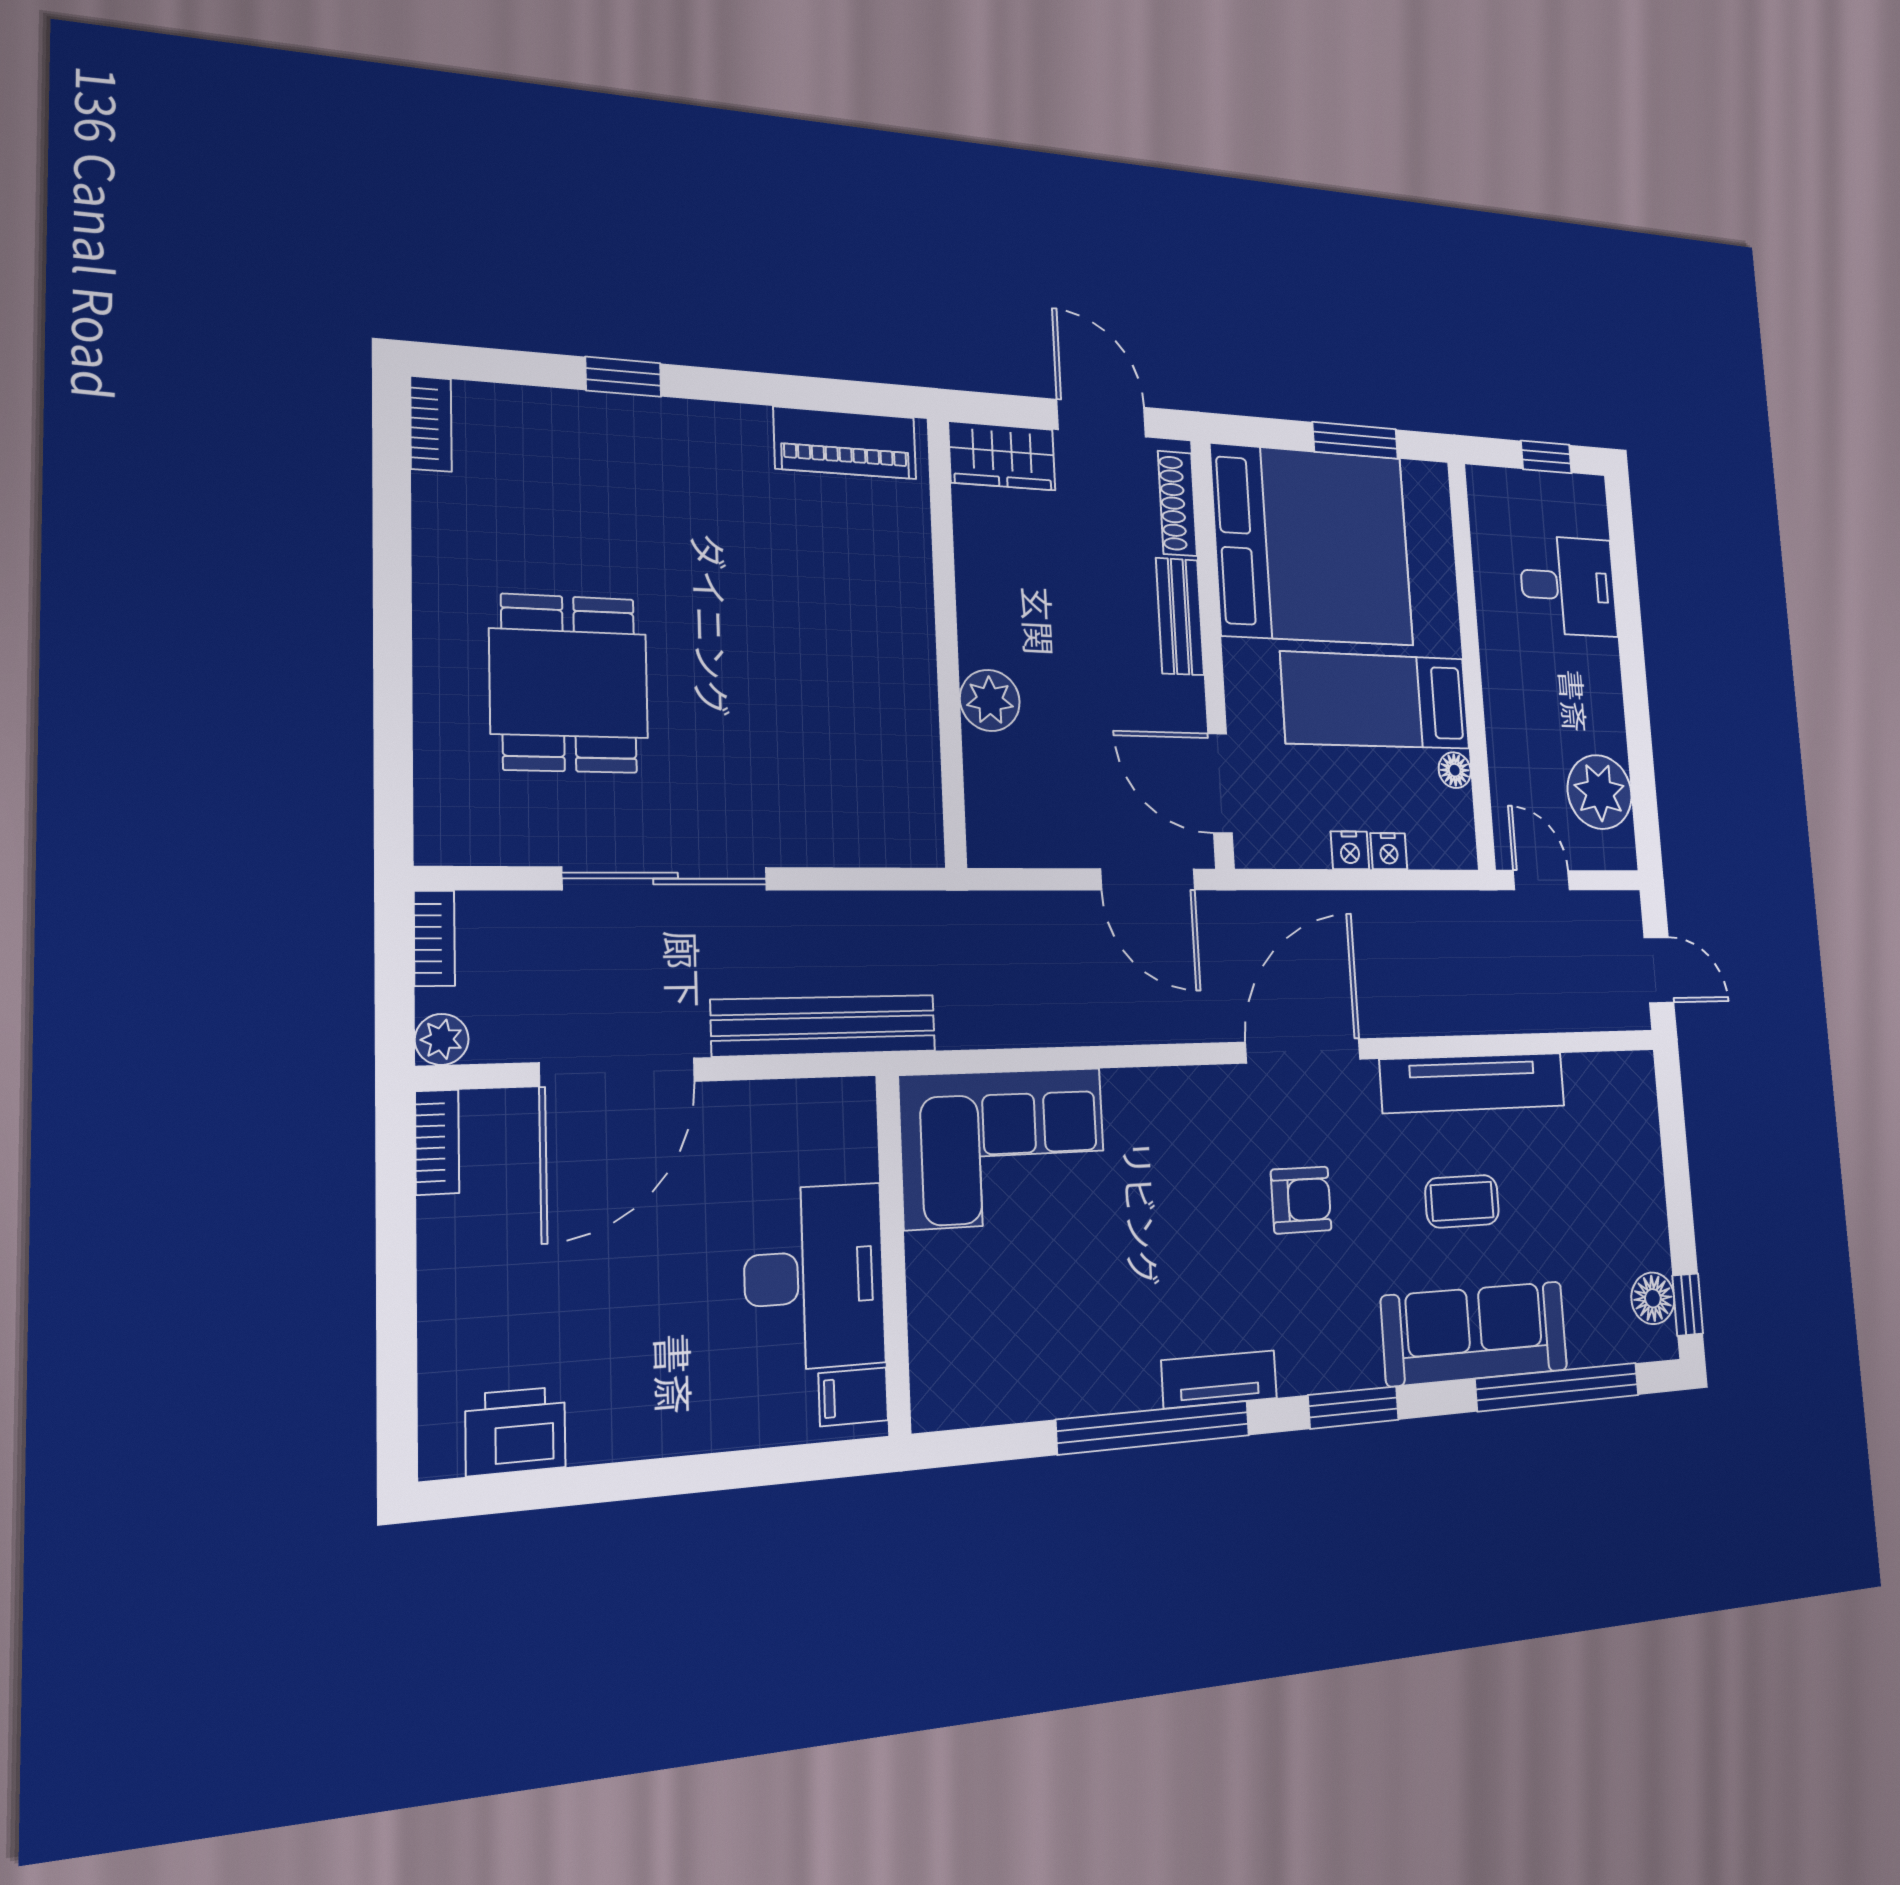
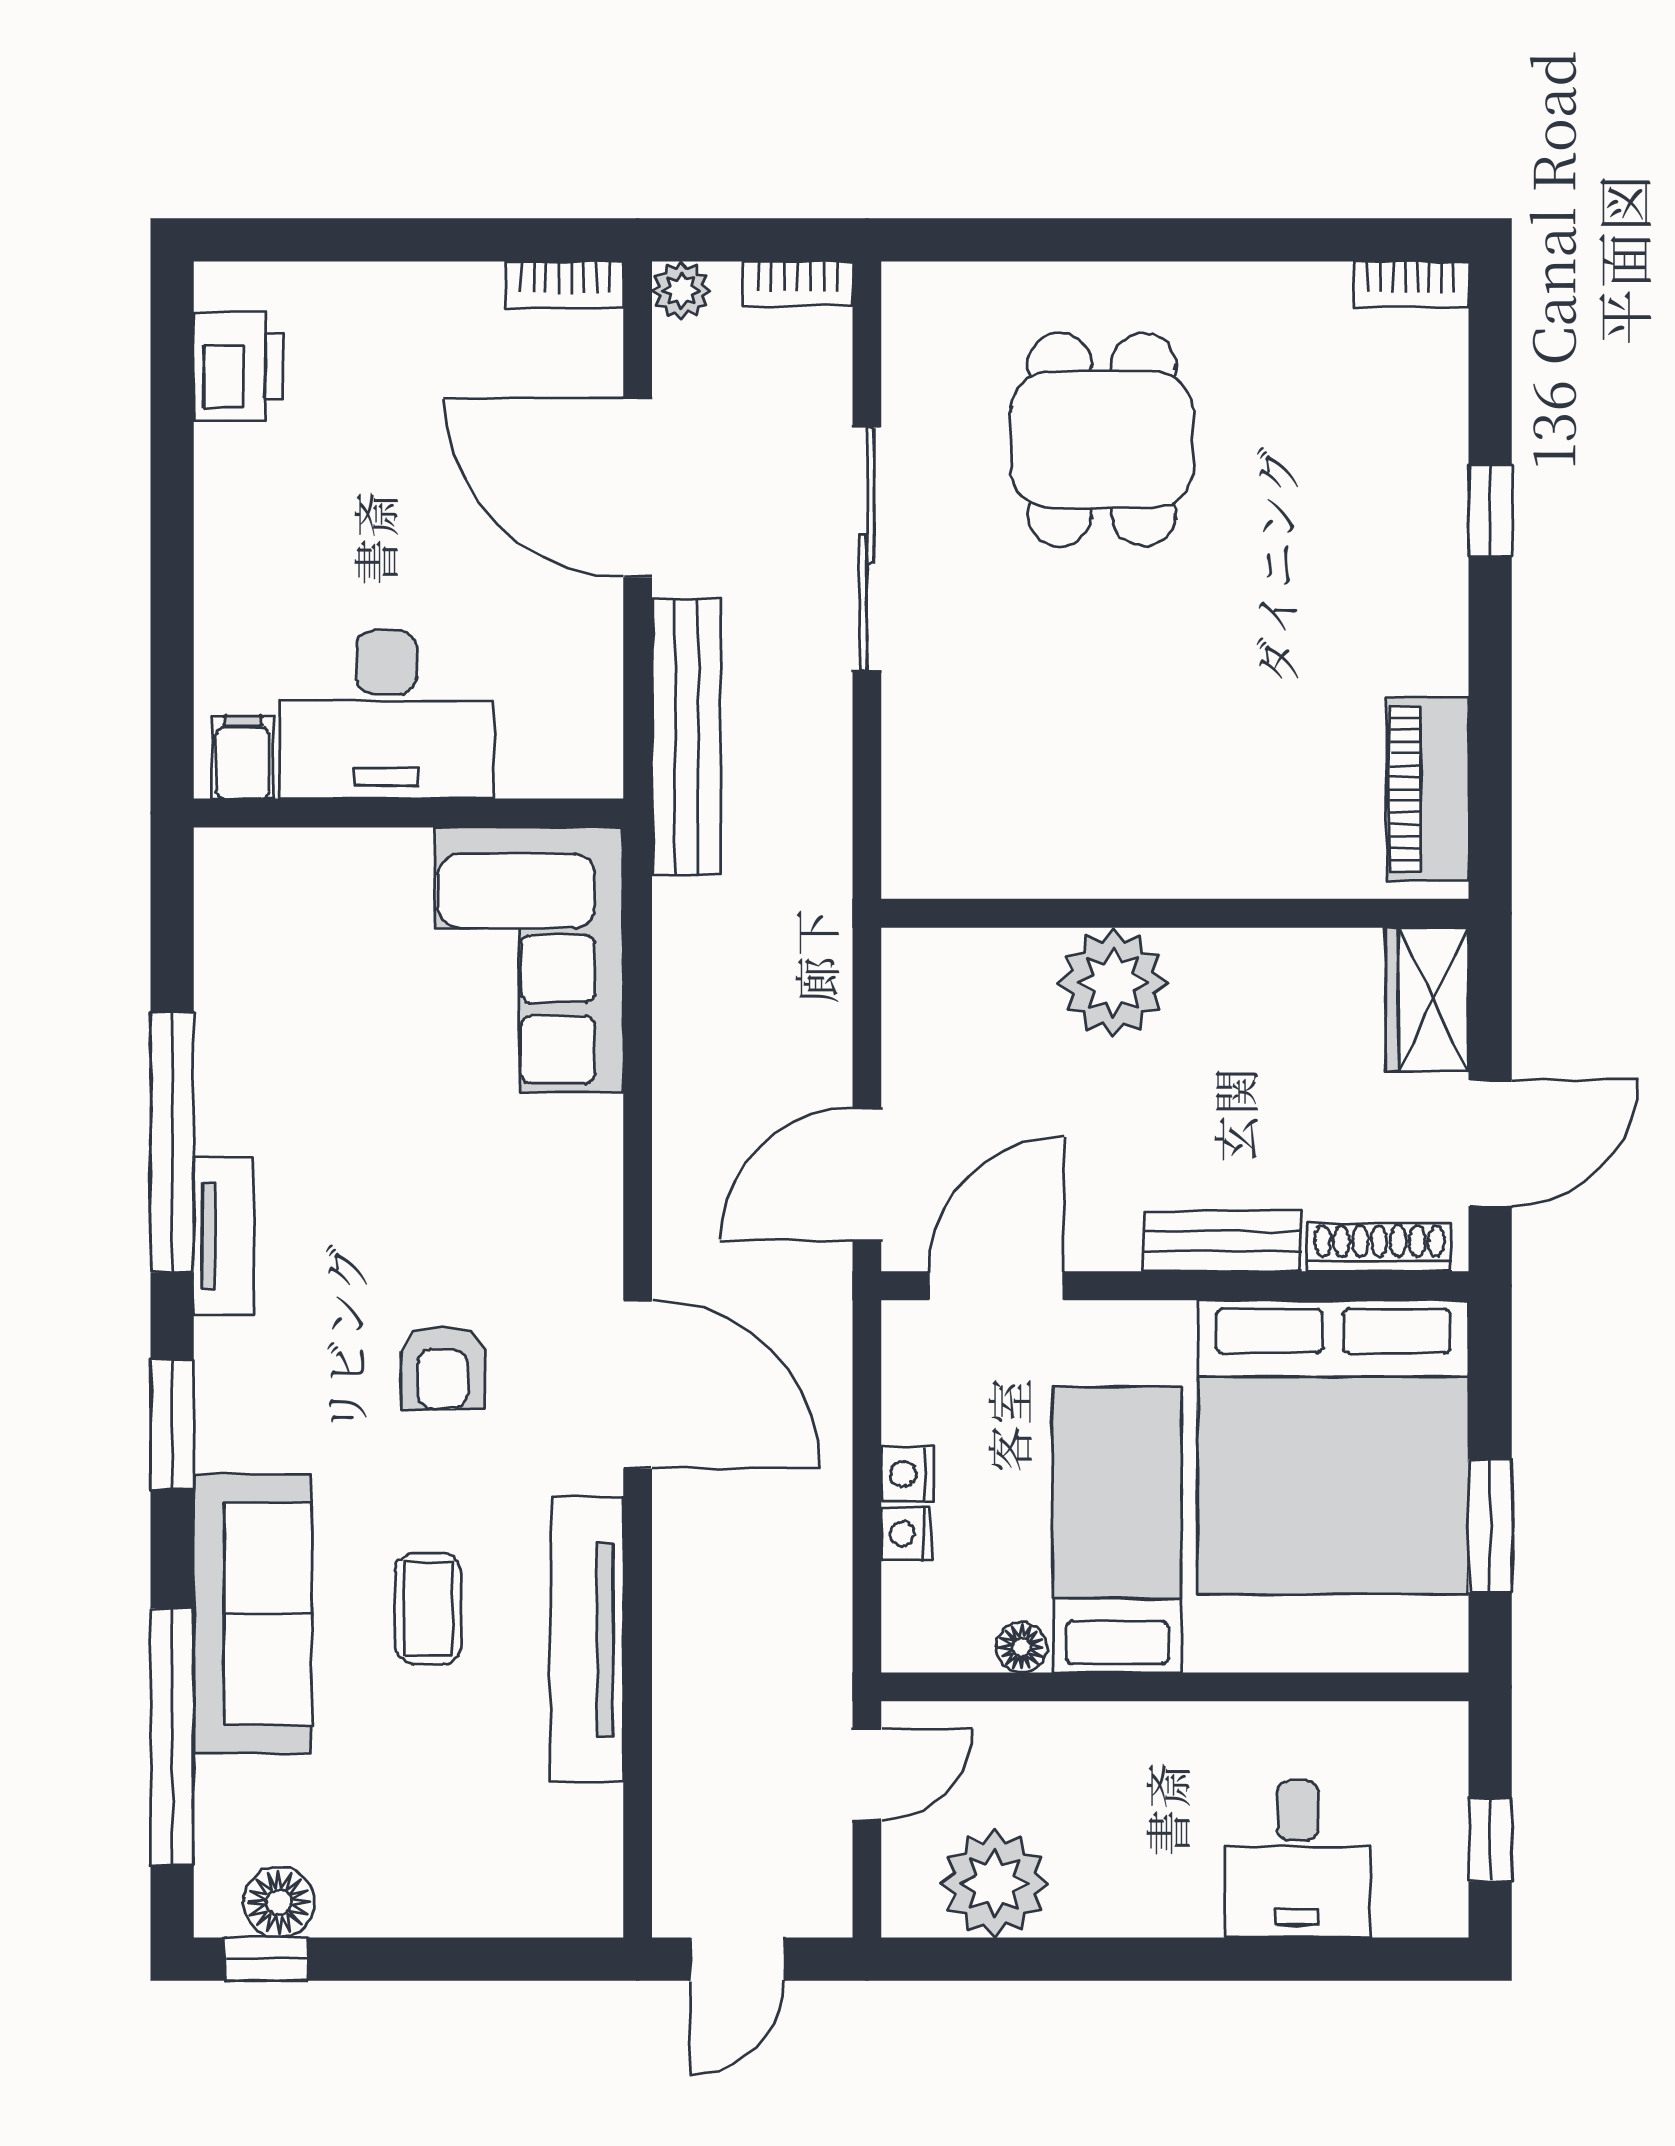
dining table: (569, 684) -> (1102, 440), turned 90
plant: (990, 700) -> (1113, 982), width x1.36, depth x1.36

